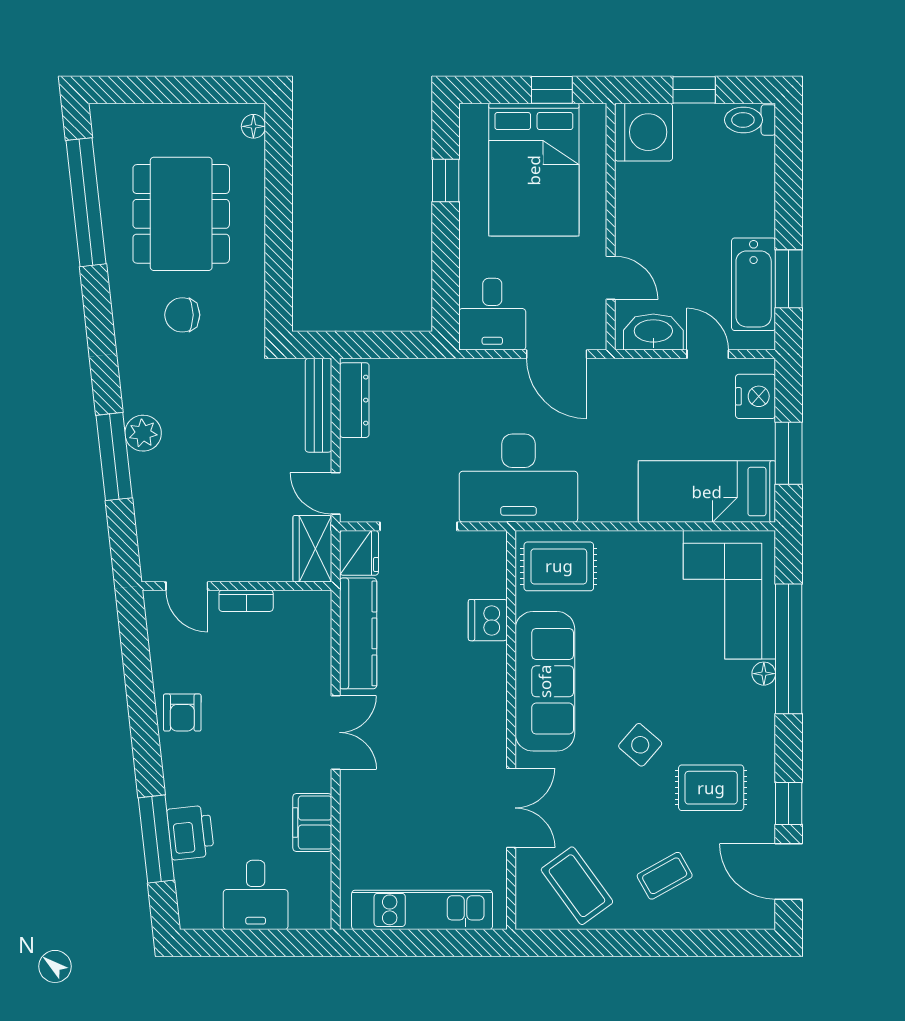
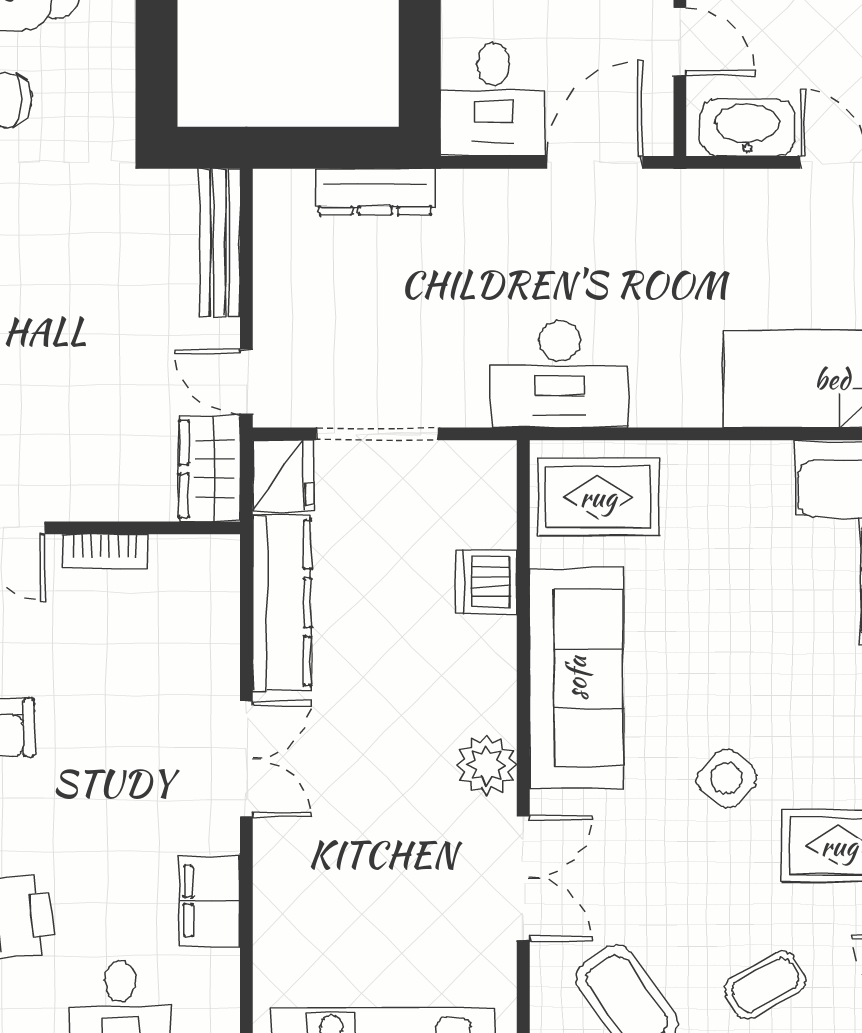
door: (557, 354) -> (595, 162), swing flipped
dresser: (354, 400) -> (375, 192), moved, turned 90
desk: (518, 478) -> (560, 374), width x0.73, depth x0.77
plant: (488, 736) -> (487, 765), added

